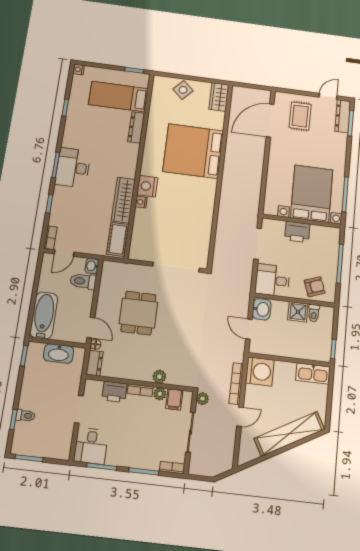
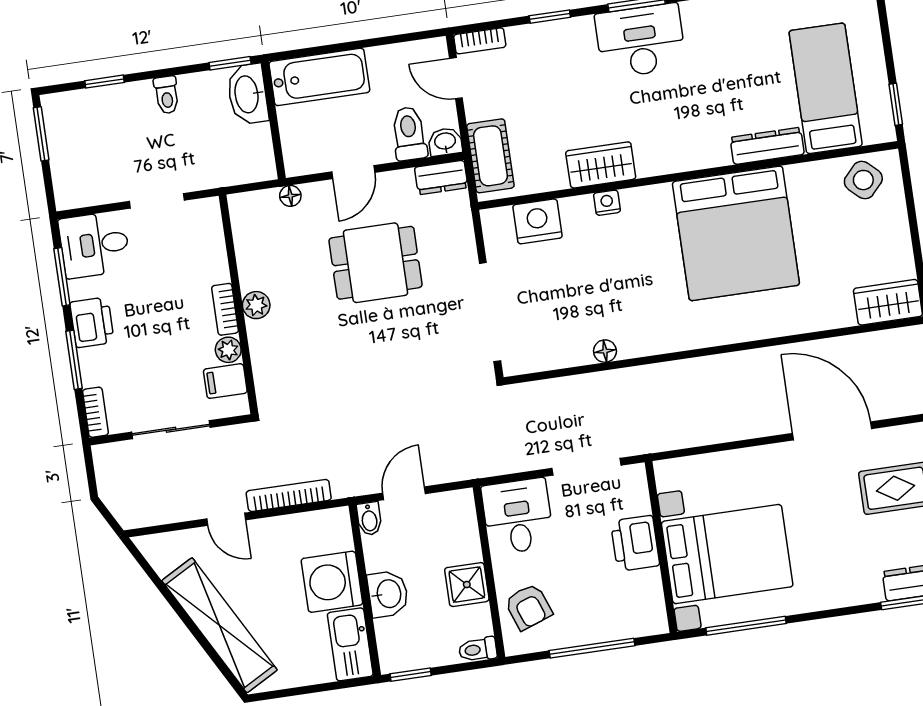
side table: (183, 90) -> (863, 180), moved
door: (270, 121) -> (832, 431), moved
bed: (193, 151) -> (736, 233), moved, turned 180
nightstand: (147, 186) -> (537, 221), moved
wardrobe: (123, 200) -> (601, 165), width x0.67
floor lamp: (208, 221) -> (605, 351), added
cot: (118, 239) -> (490, 156), moved, turned 90
washbasin: (262, 309) -> (388, 594), moved, turned -90
toilet: (314, 313) -> (478, 649), moved
door: (91, 328) -> (353, 172), moved
bidet: (257, 348) -> (369, 519), added
washbasin: (59, 354) -> (248, 94), moved
dresser: (95, 363) -> (441, 177), moved
washing machine: (260, 371) -> (332, 582), moved, turned 90
plant: (159, 377) -> (256, 305), moved
printer: (115, 392) -> (92, 322), moved, turned 180
plant: (202, 399) -> (242, 436), removed
toilet: (25, 416) -> (167, 95), moved

